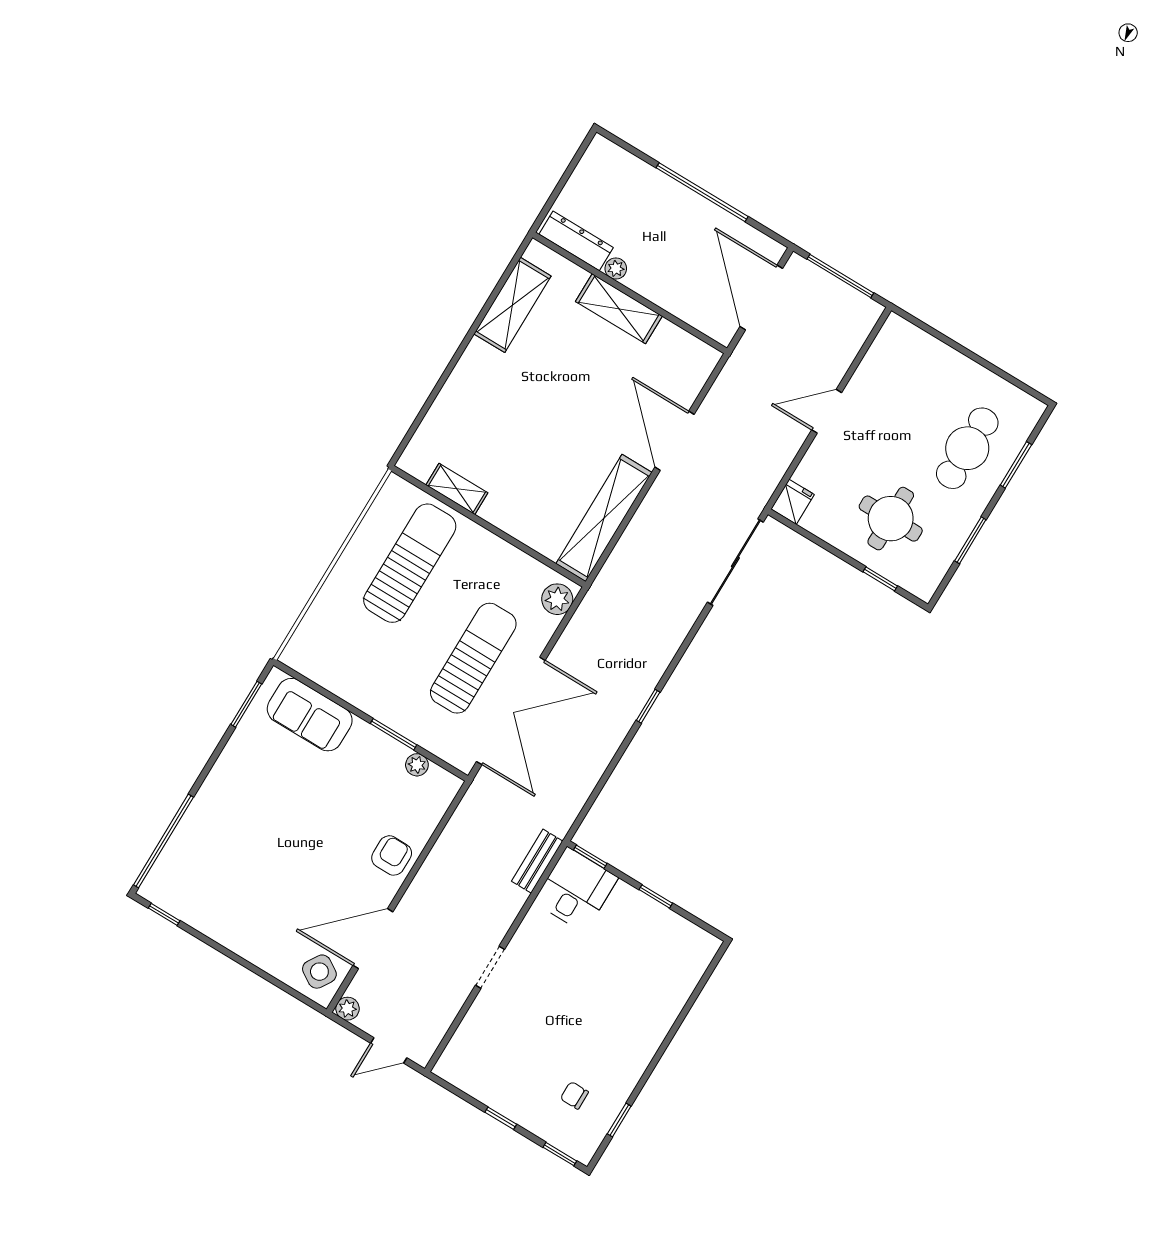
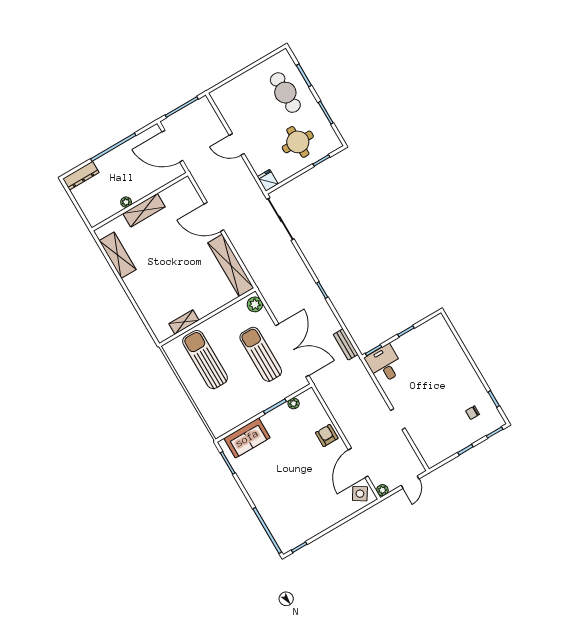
dresser: (576, 241) -> (81, 176), moved, turned 180
door: (827, 411) -> (237, 144), hinge flipped
bench: (537, 861) -> (346, 344), moved

